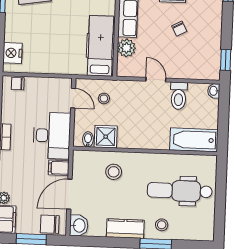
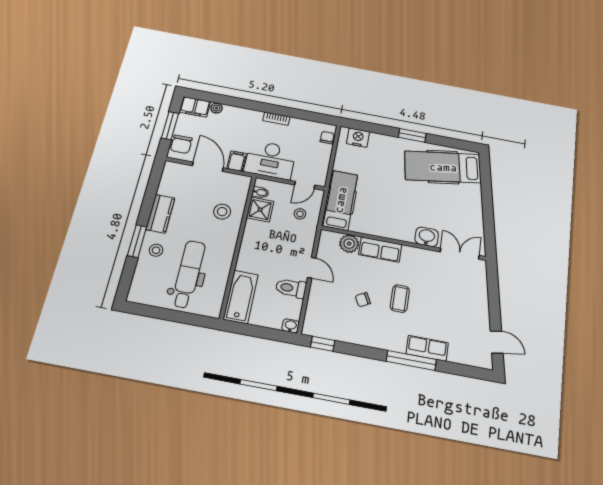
hospital bed: (100, 46) -> (340, 200), moved, turned -90
door: (156, 80) -> (312, 268), hinge flipped
chair: (50, 224) -> (181, 144), turned 180
washbasin: (79, 225) -> (174, 170), removed

